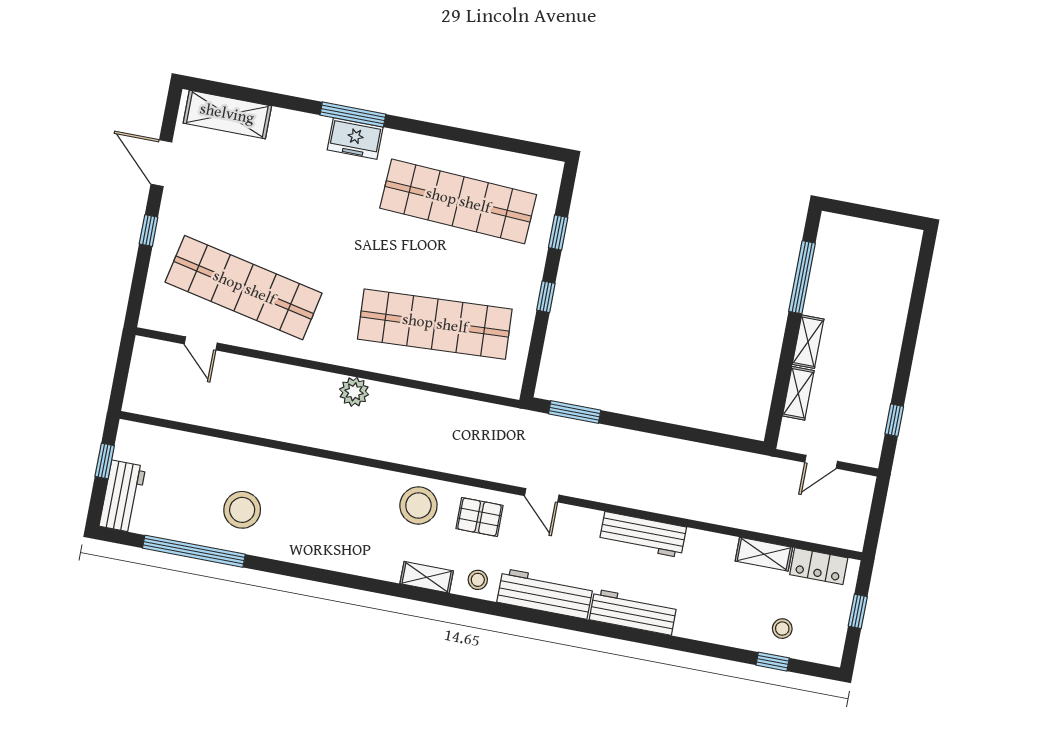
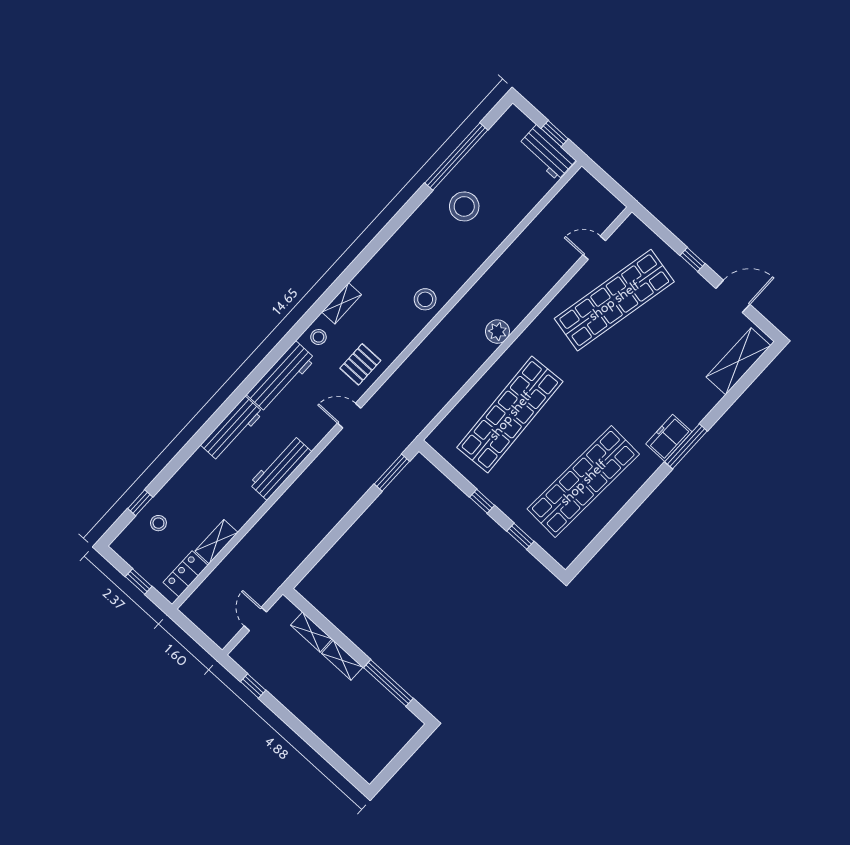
workbench: (122, 496) -> (547, 153), moved
stool: (418, 505) -> (425, 299), moved, width x0.73, depth x0.73

